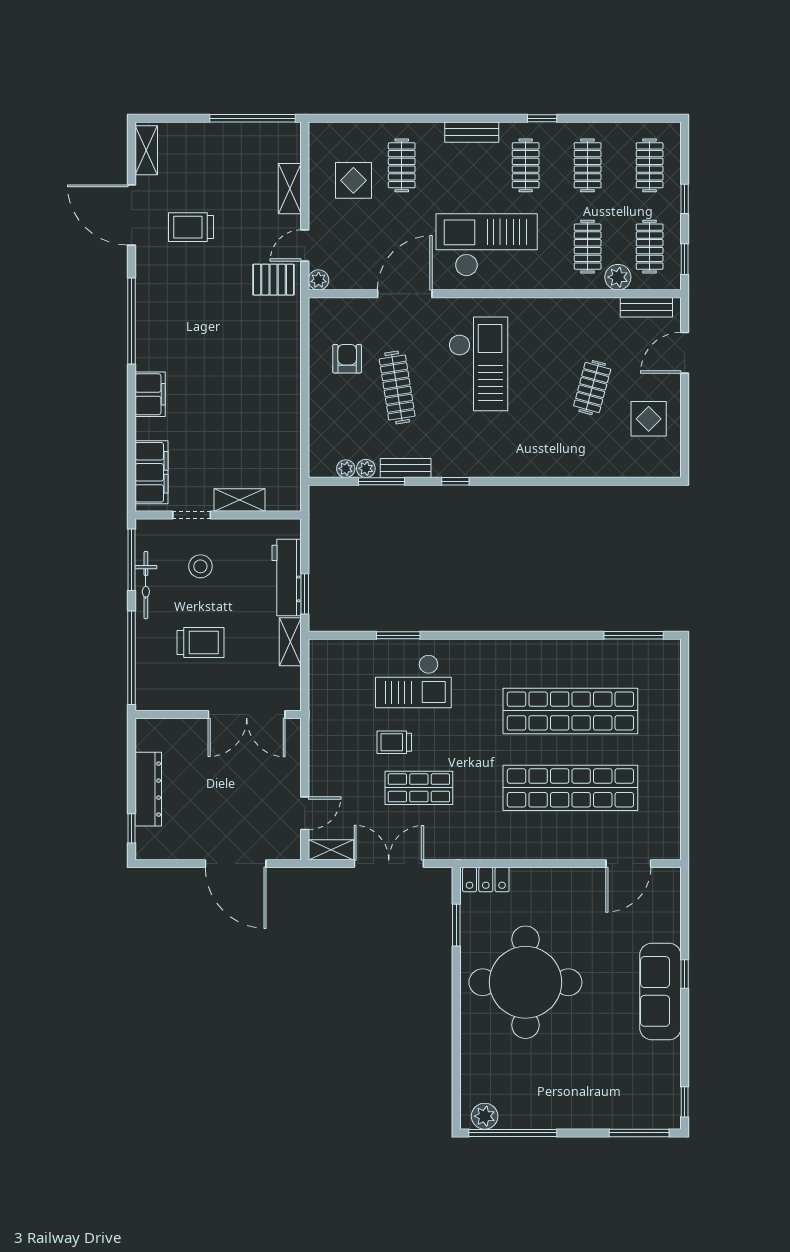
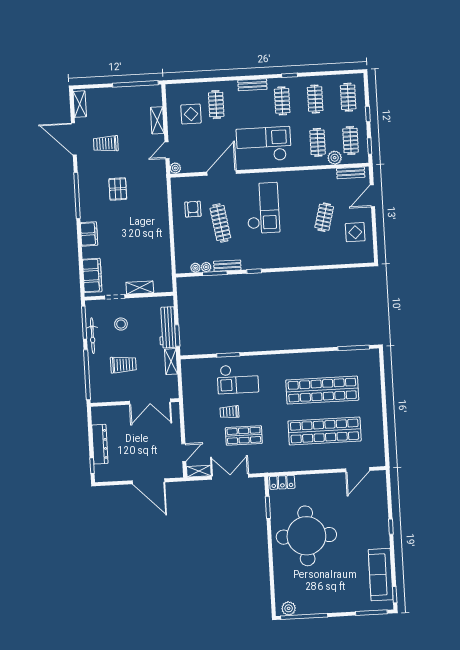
pallet: (274, 280) -> (118, 189), moved, turned 90
sofa: (660, 991) -> (381, 575), moved

